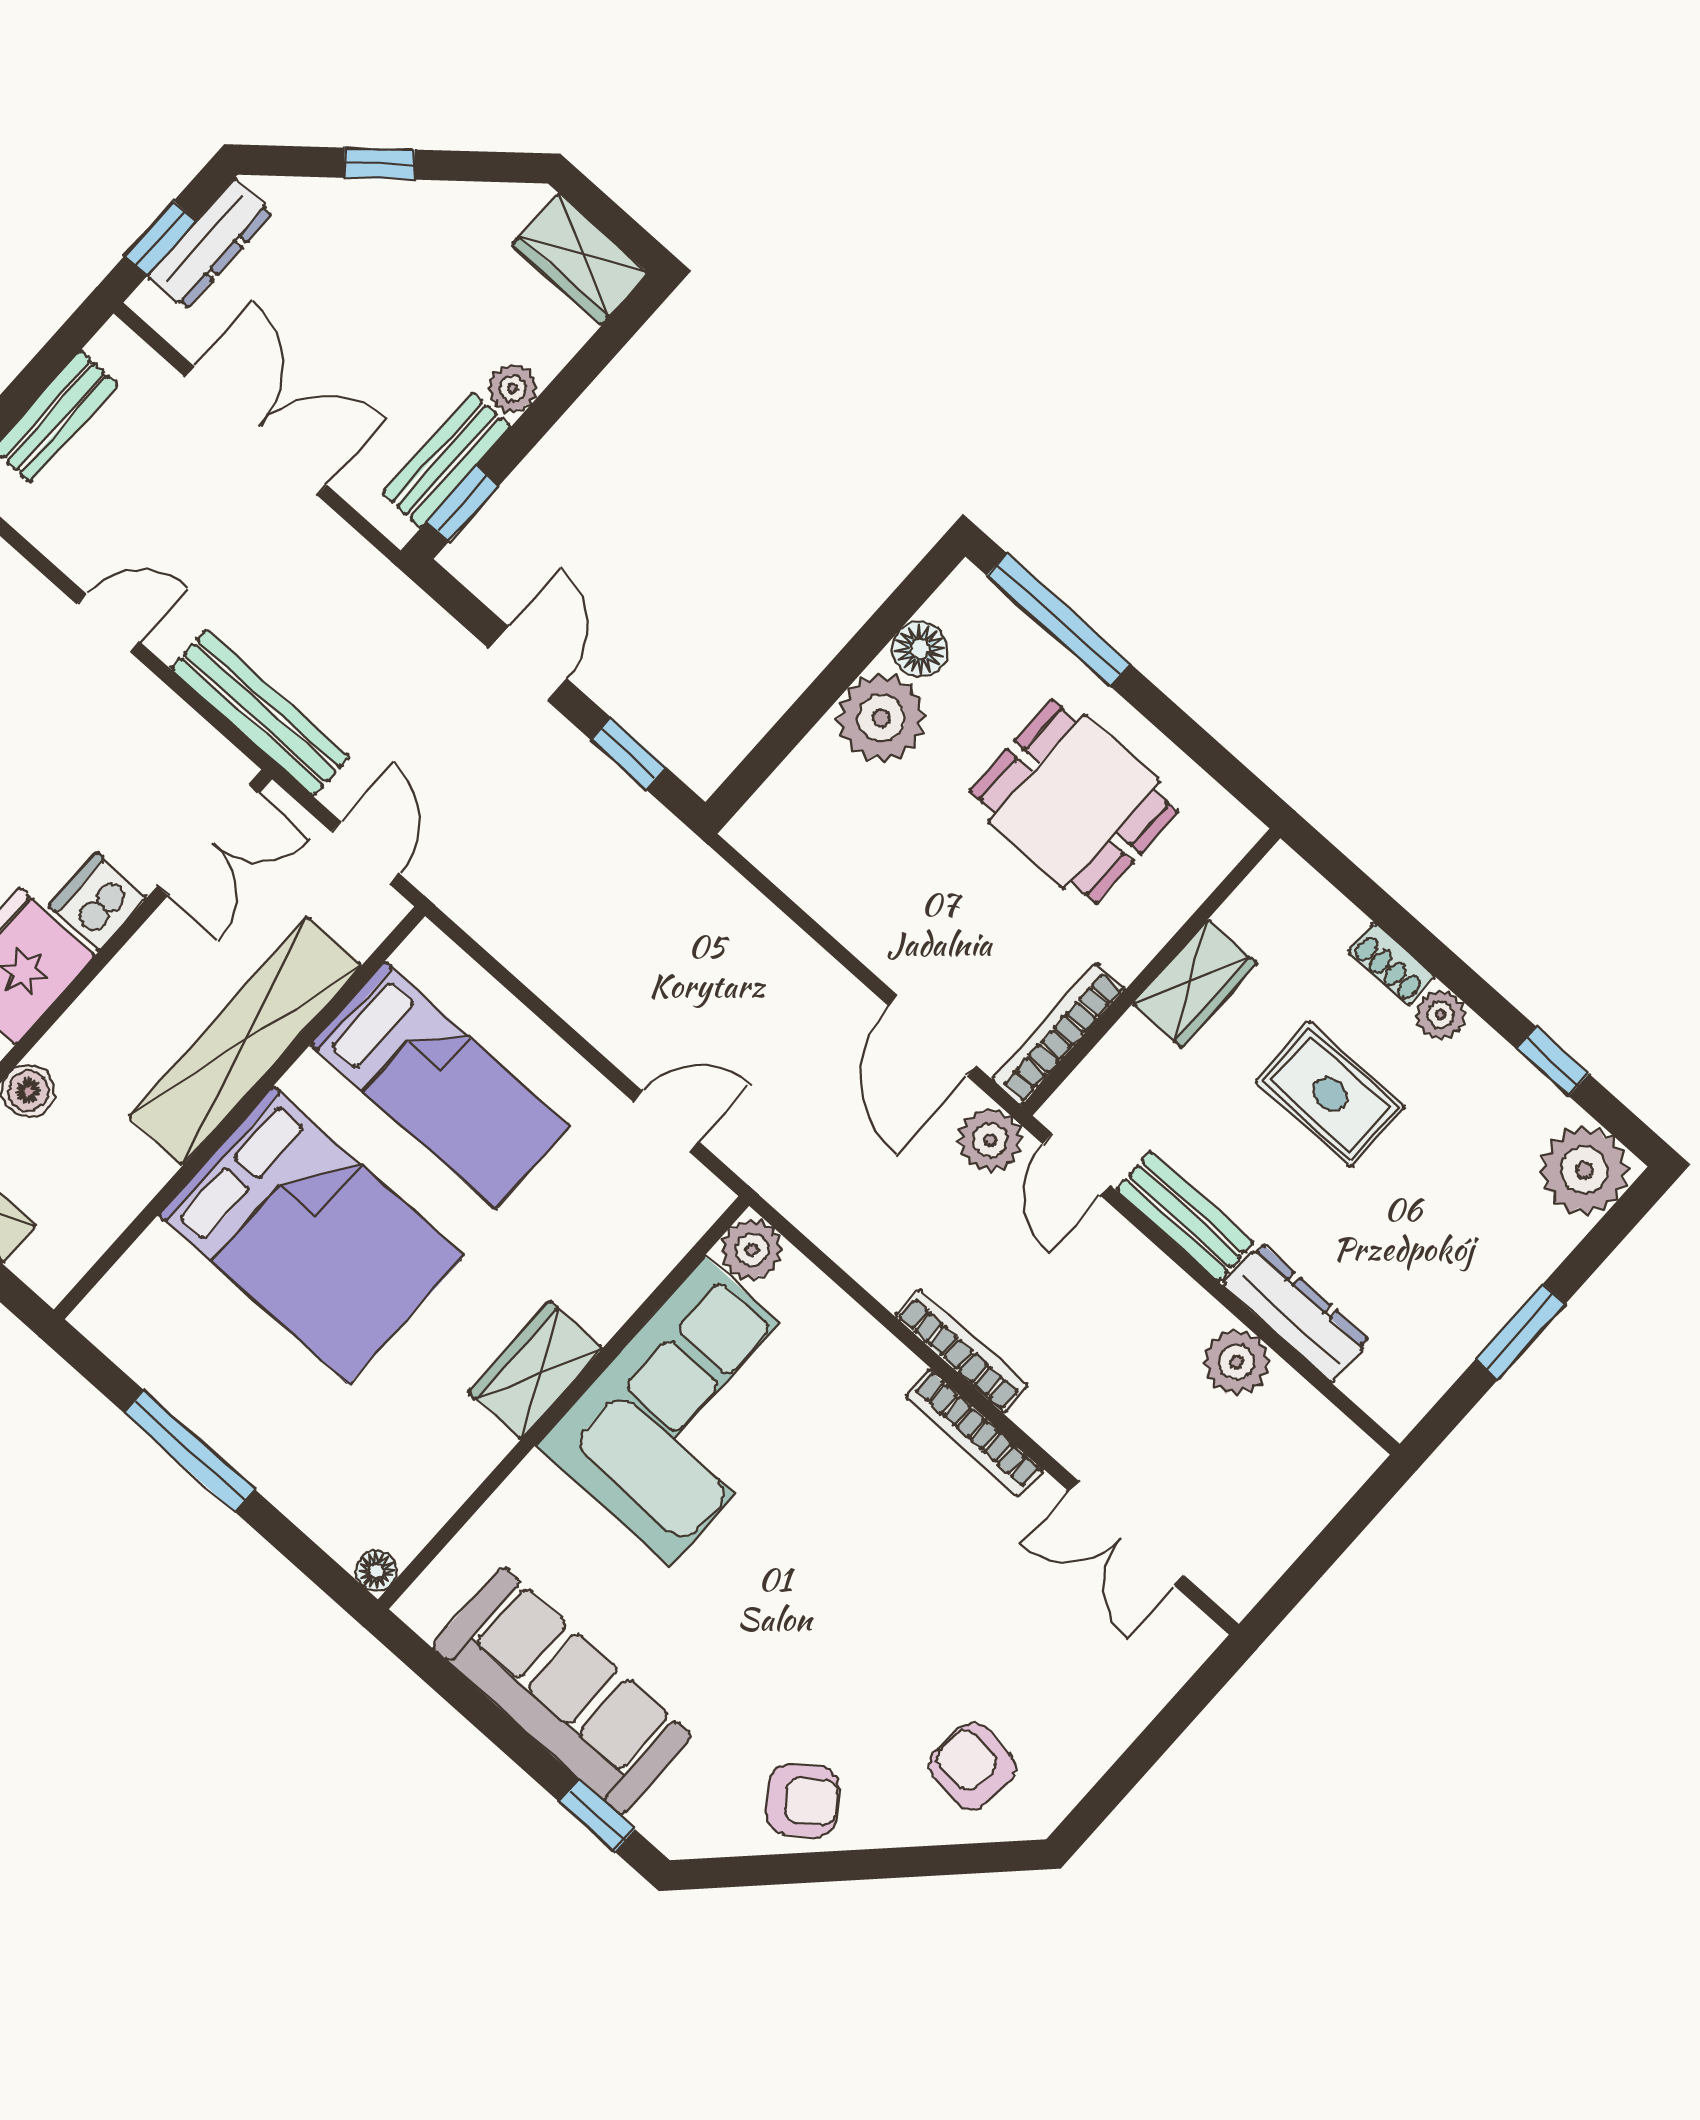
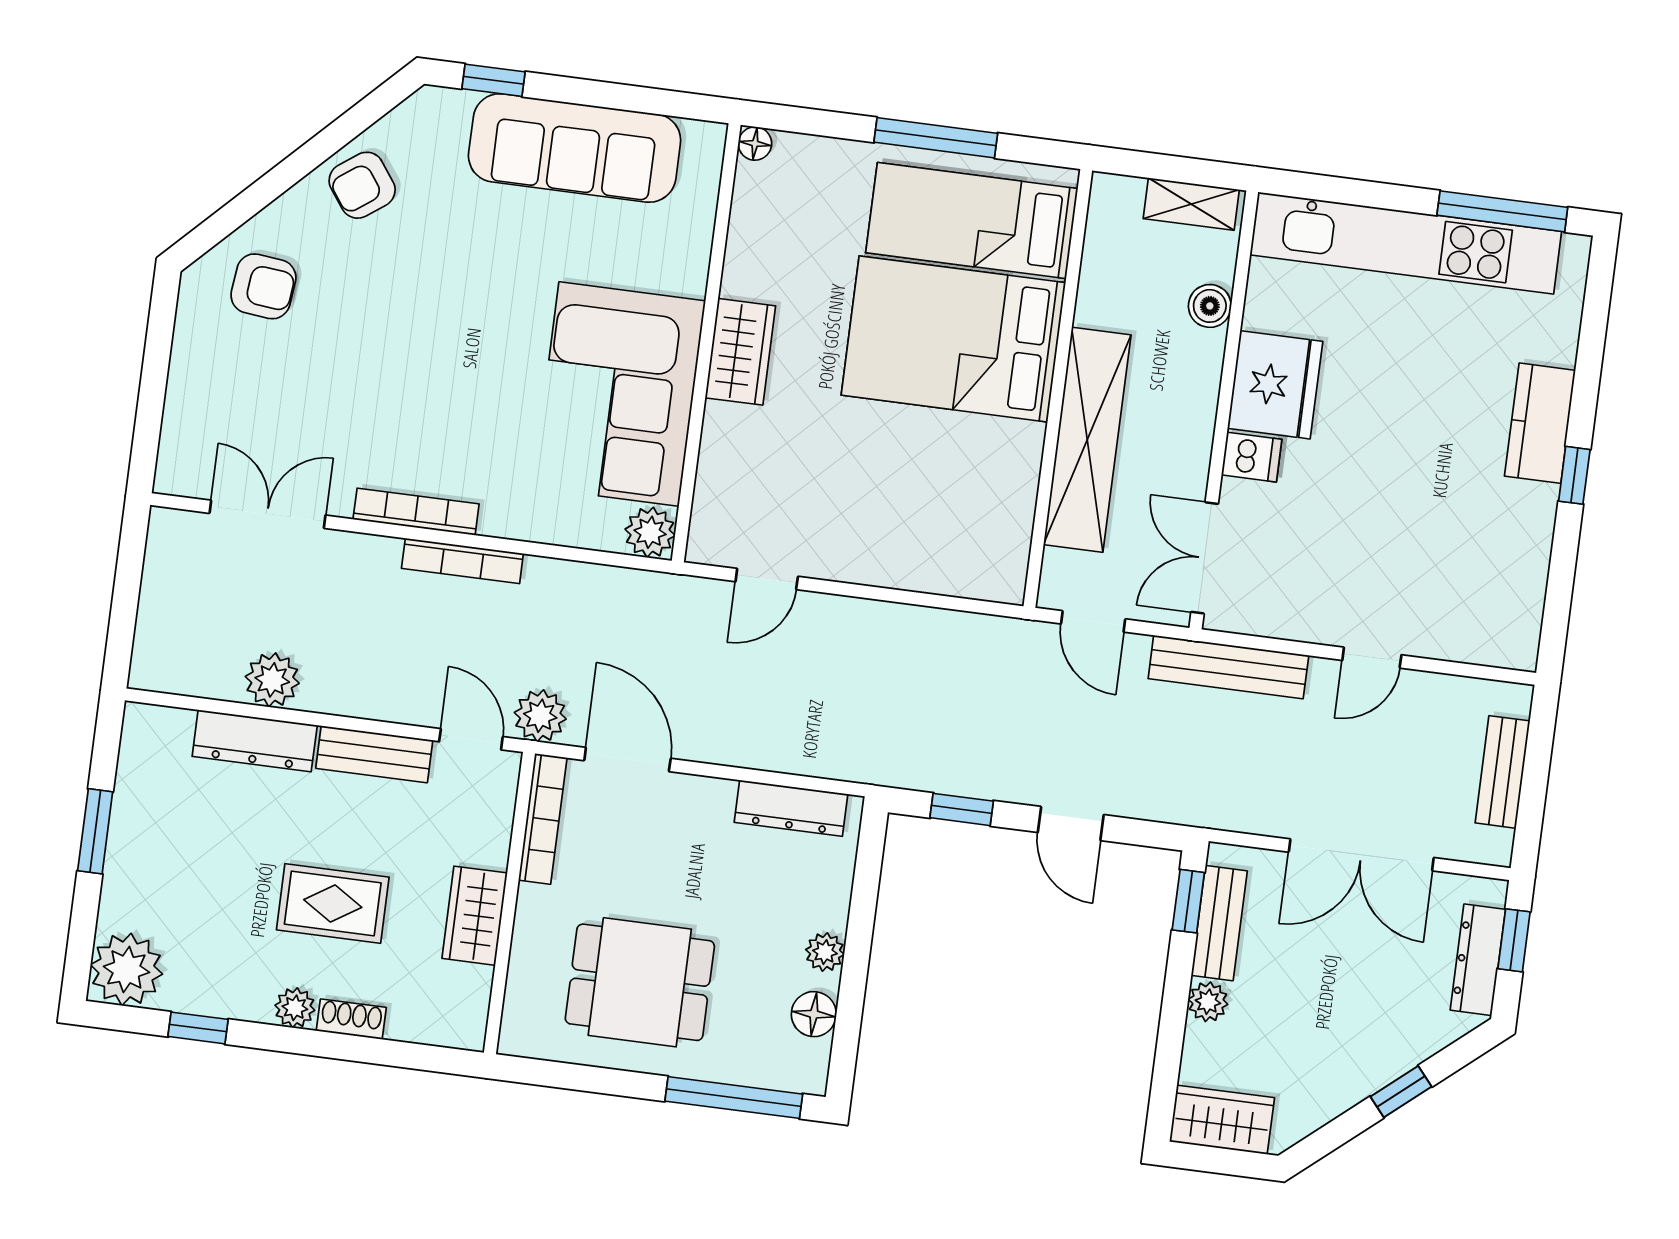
plant: (881, 718) -> (825, 952), width x0.53, depth x0.53
dresser: (800, 873) -> (791, 808), added
dishwasher: (98, 902) -> (1252, 457), width x0.73
bed: (440, 1085) -> (972, 221), moved

